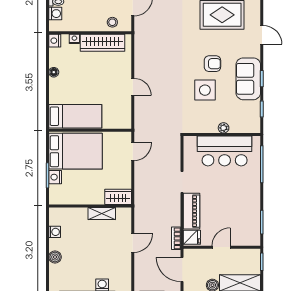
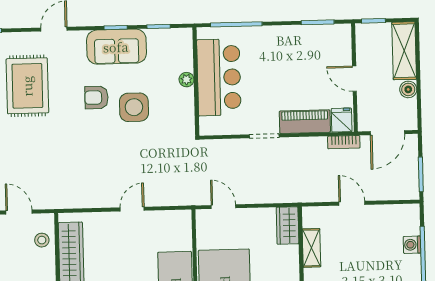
armchair: (212, 64) -> (96, 97), turned -90

